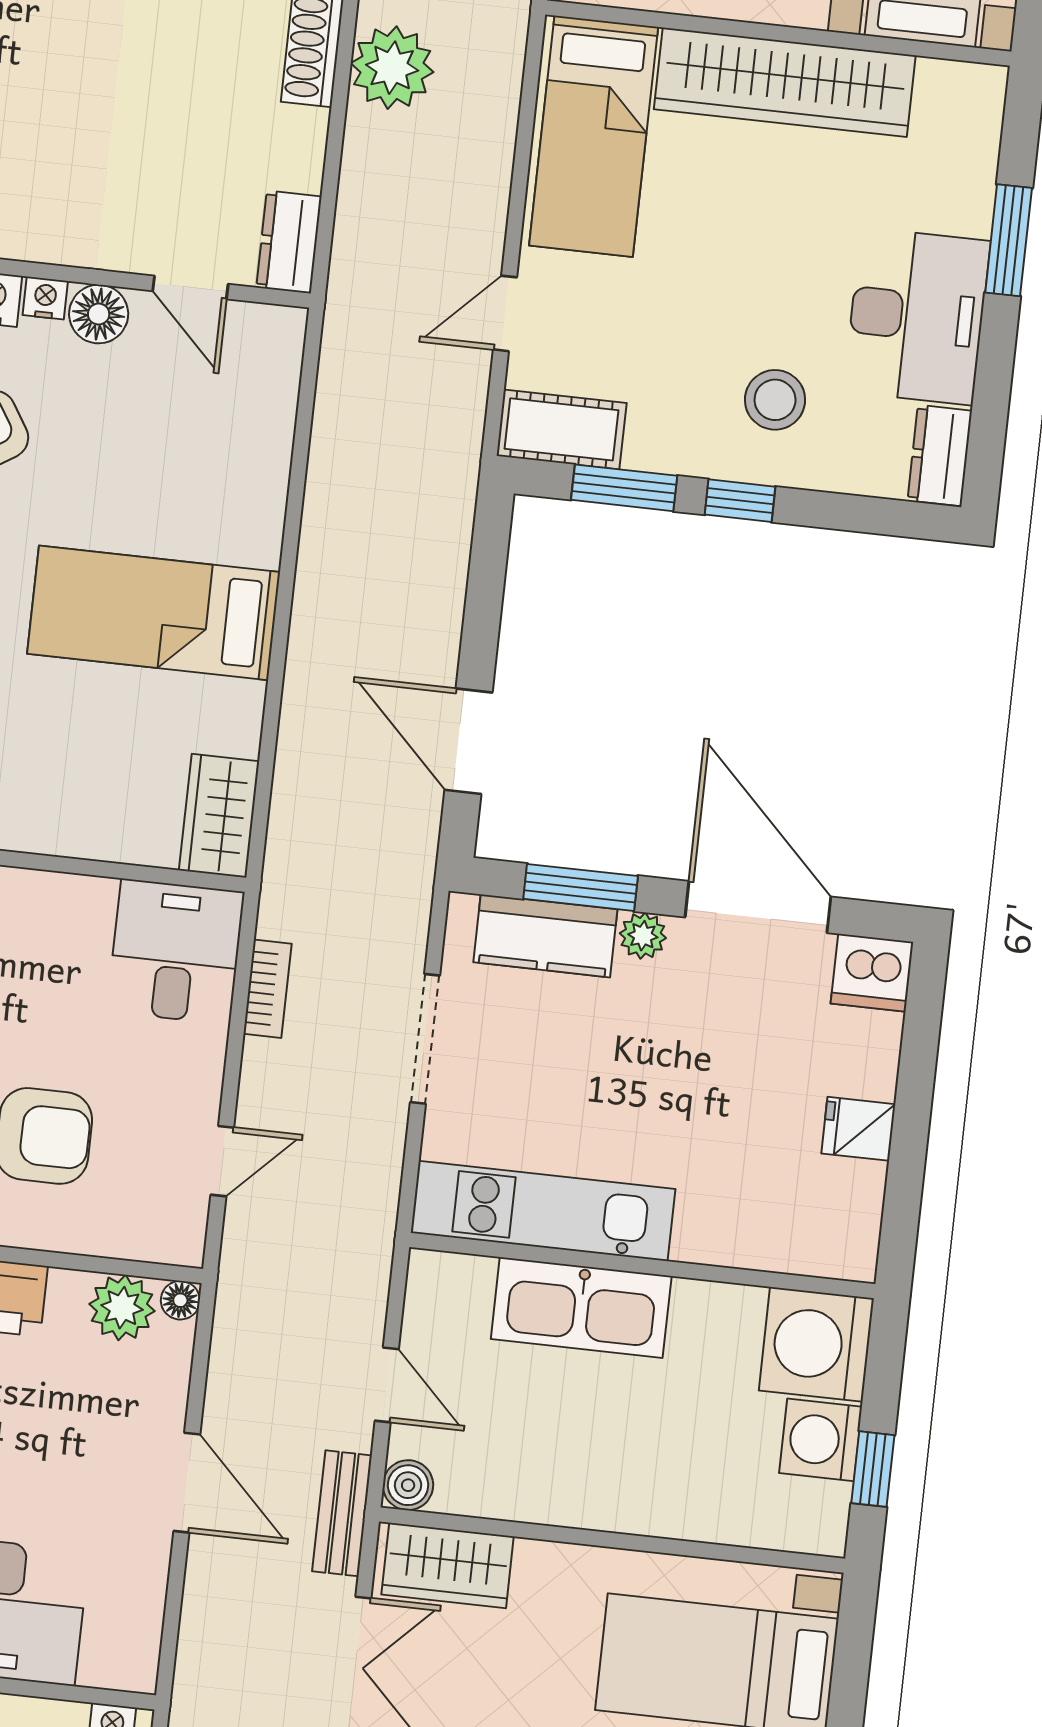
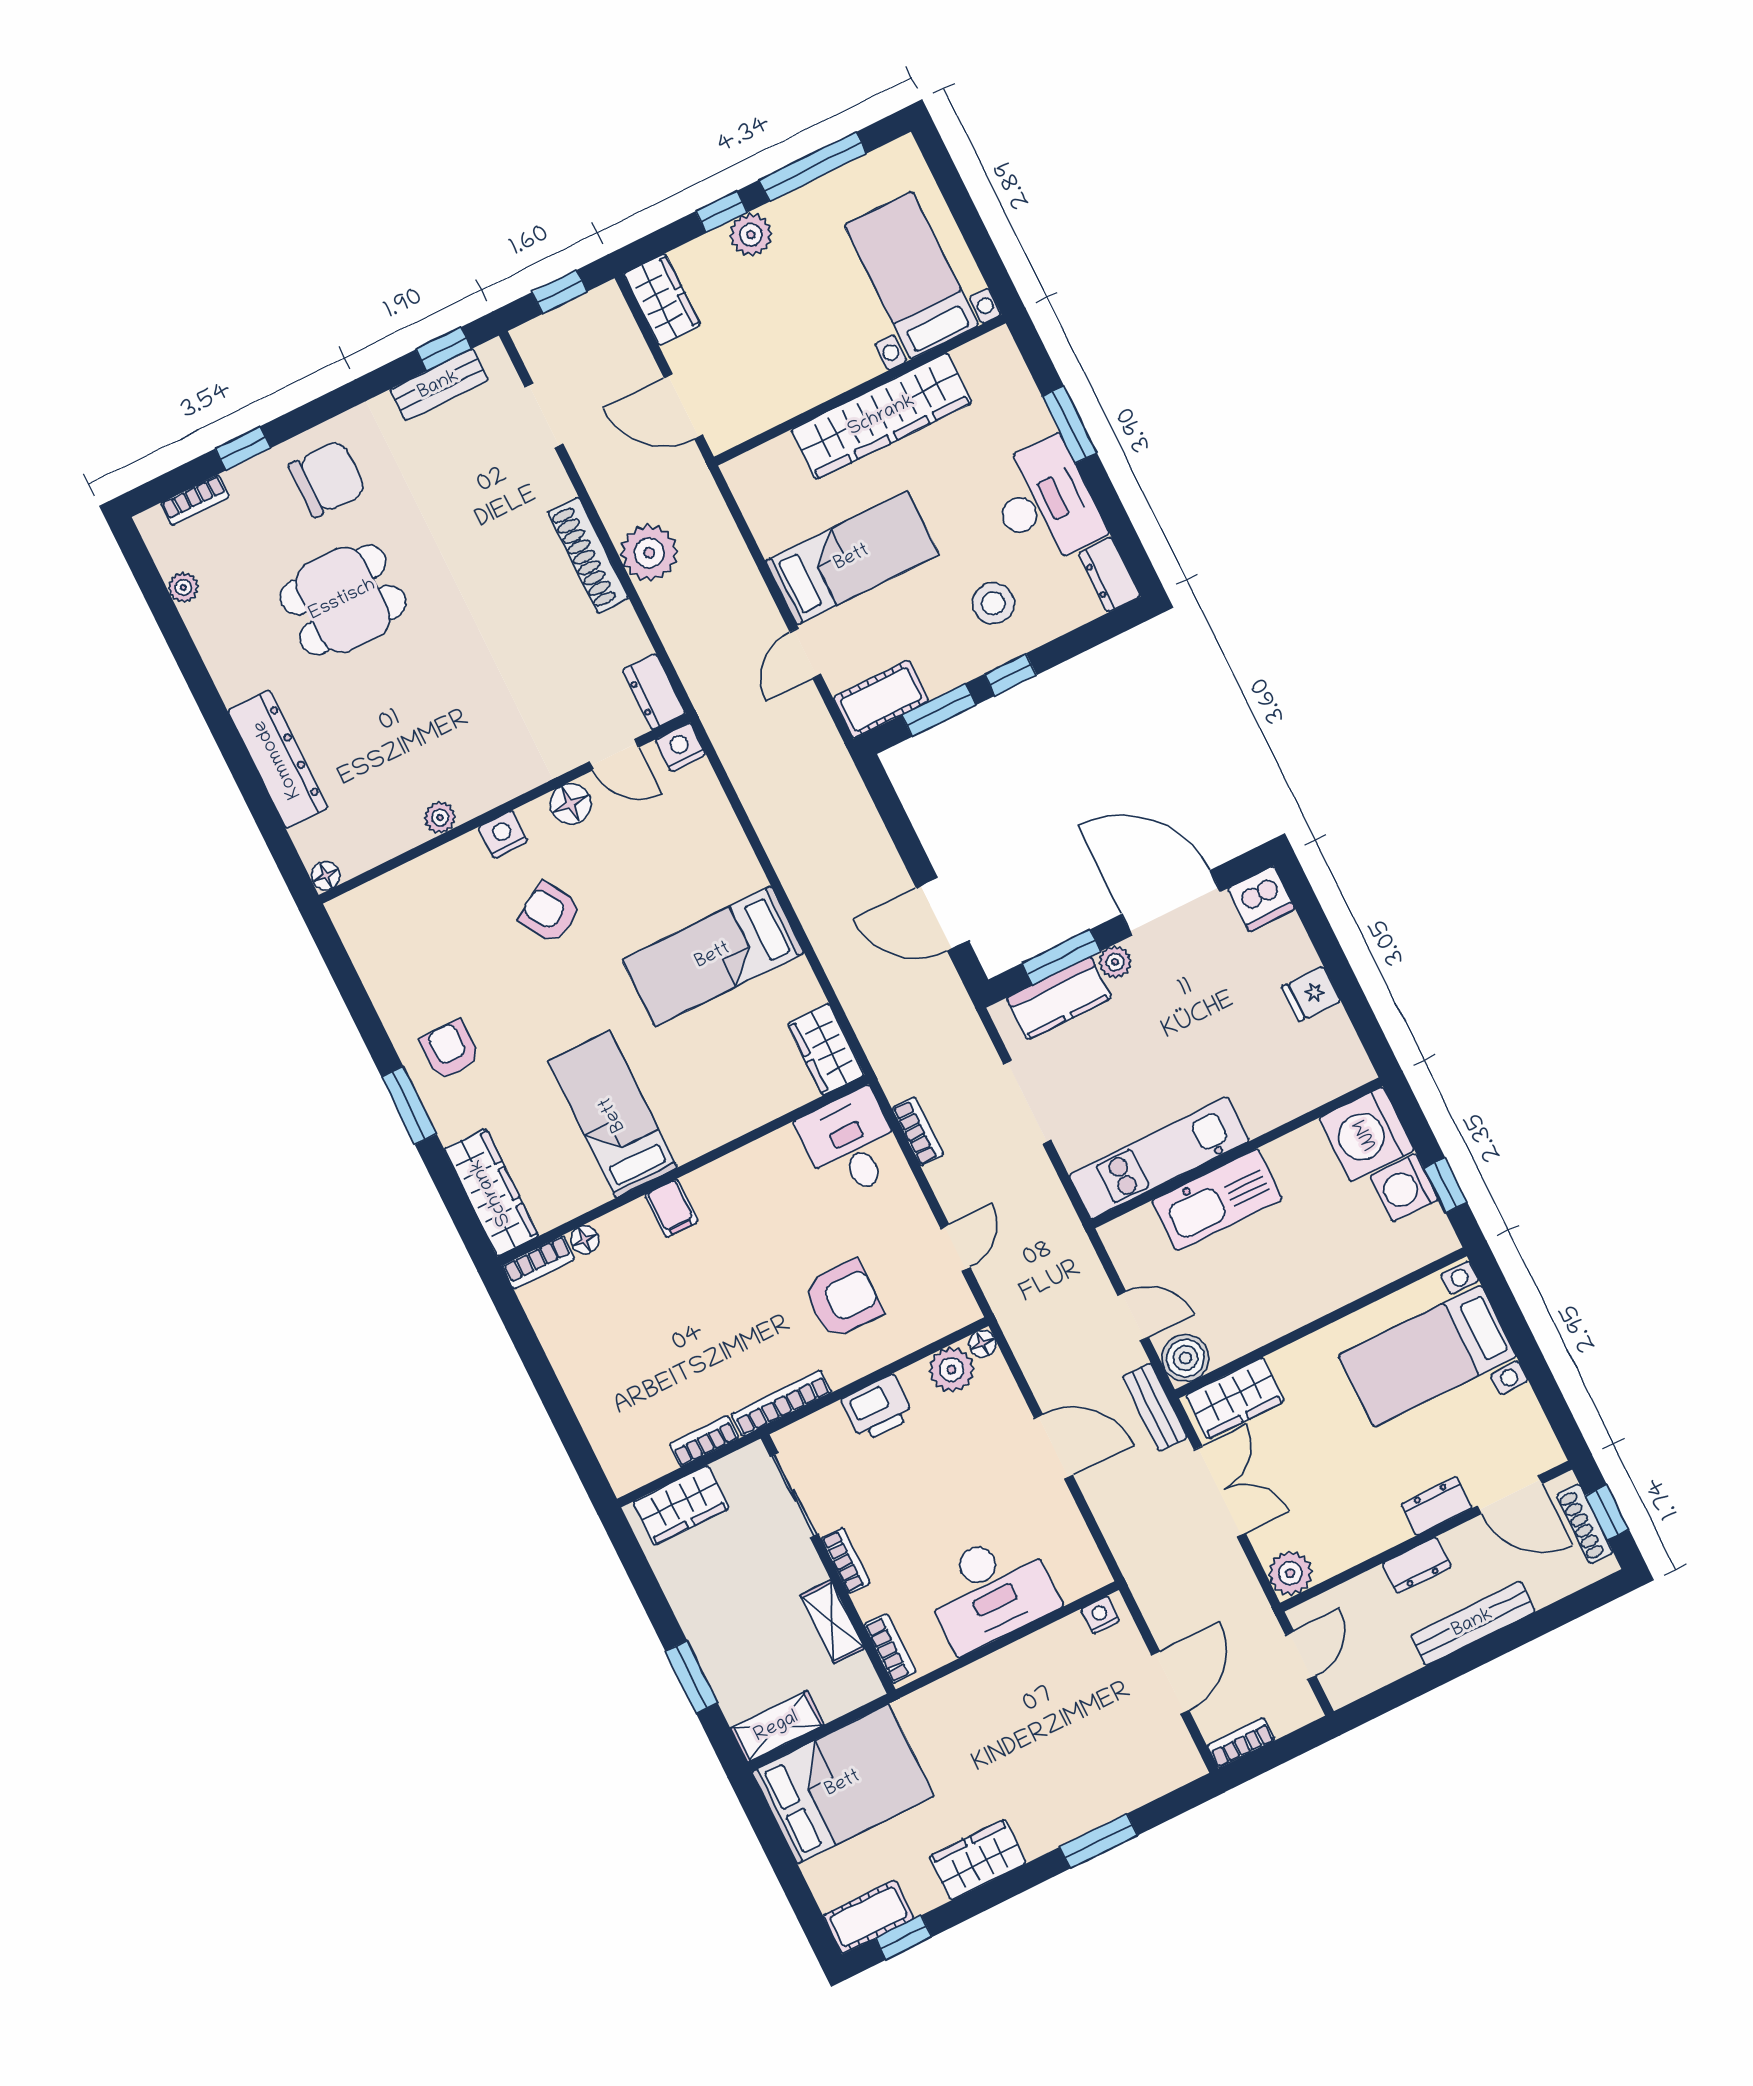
bed: (594, 136) -> (852, 558), moved, turned -90
nightstand: (45, 298) -> (681, 747), moved, width x1.39, depth x1.35
boiler: (408, 1485) -> (1185, 1358), width x1.36, depth x1.36

